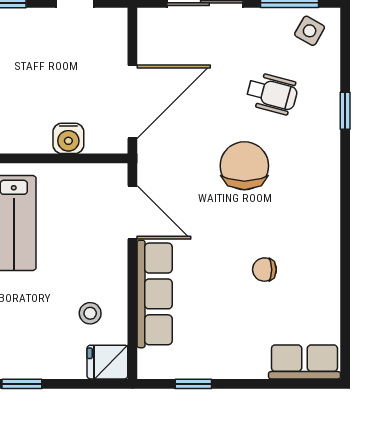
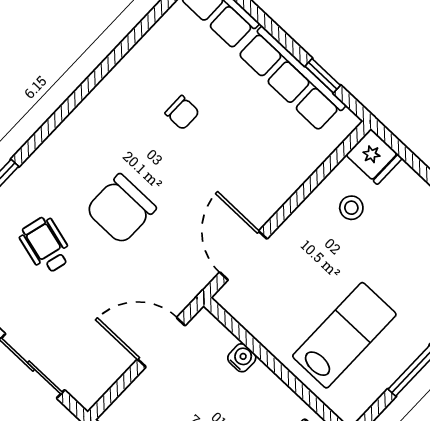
door: (132, 102) -> (161, 342), width x0.73
water cooler: (68, 138) -> (242, 358), width x0.72, depth x0.72
row of seats: (155, 294) -> (291, 79), moved, turned -90

